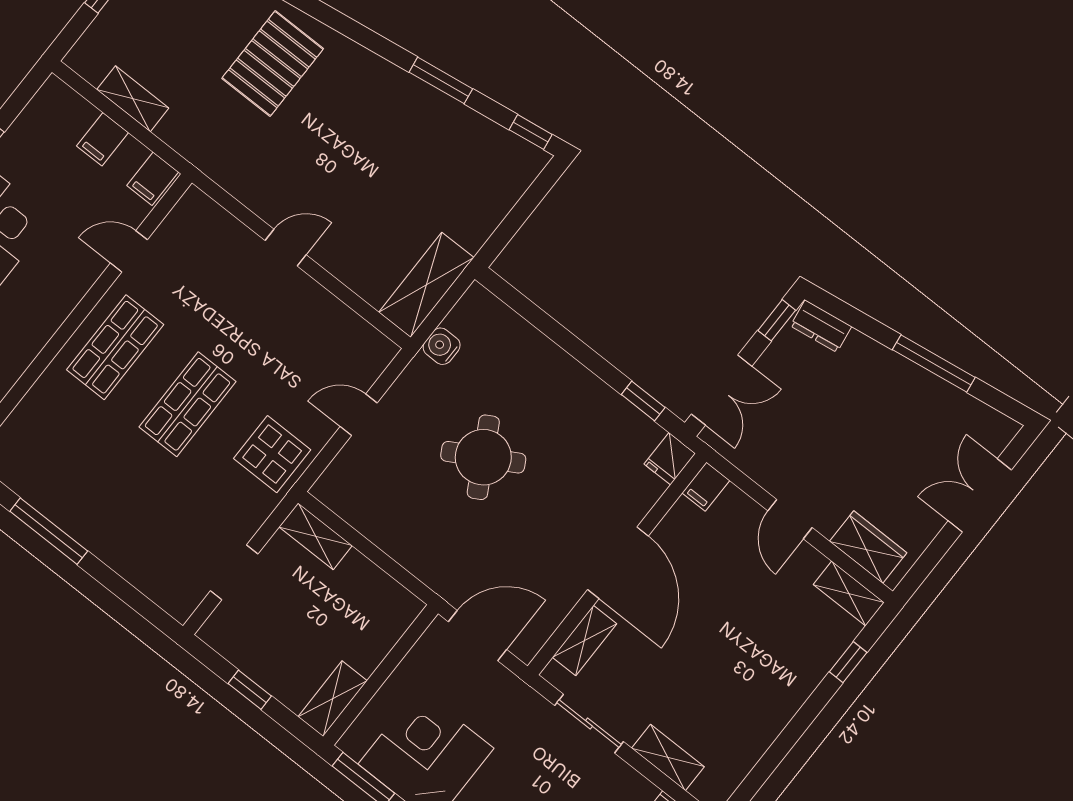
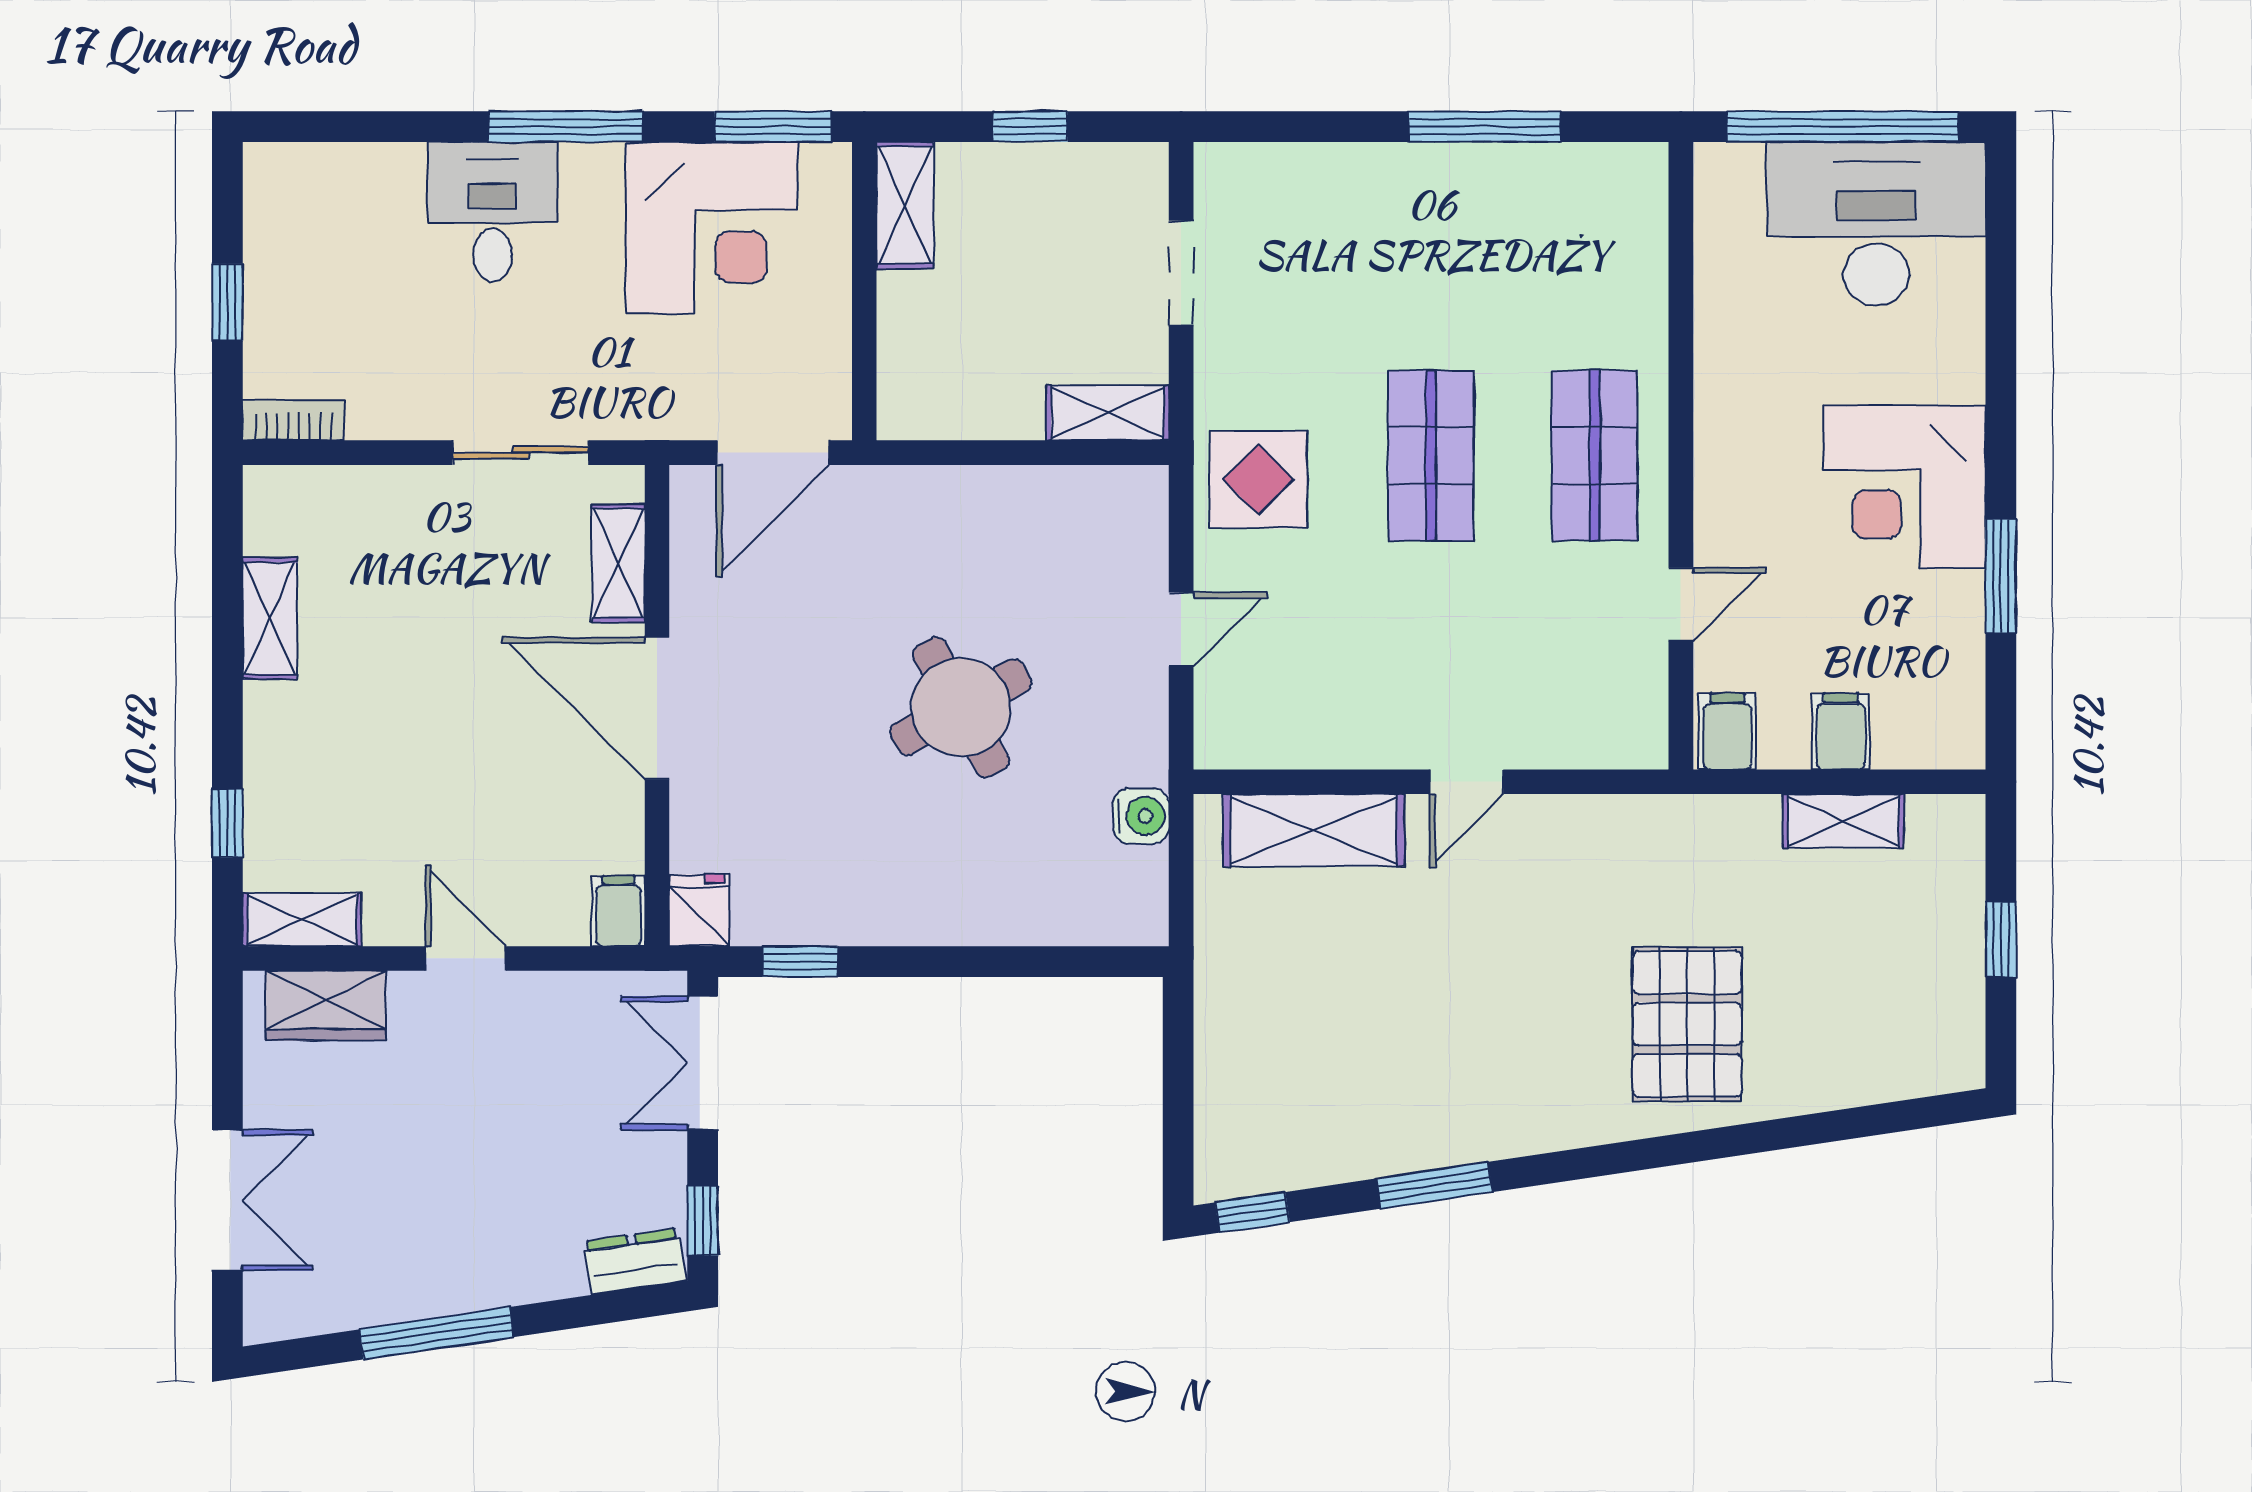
shelving: (426, 285) -> (1313, 830), moved, turned 90
shelving: (668, 757) -> (270, 618), moved, turned 90

